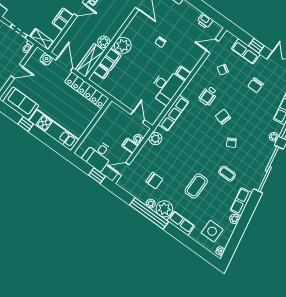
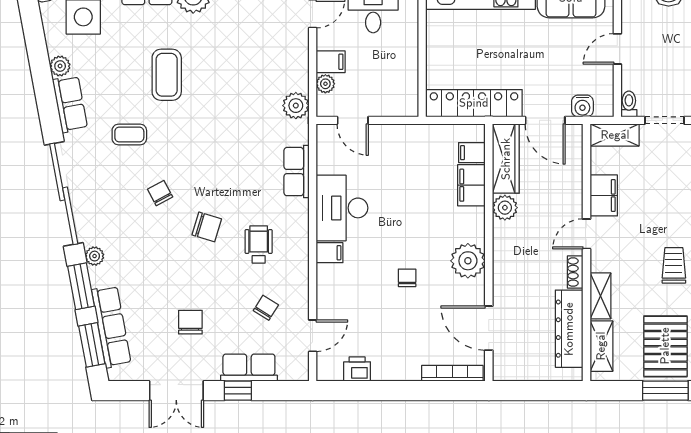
plant: (123, 45) -> (468, 261), moved
row of seats: (173, 113) -> (297, 172), width x0.68
chair: (154, 181) -> (246, 32), removed

